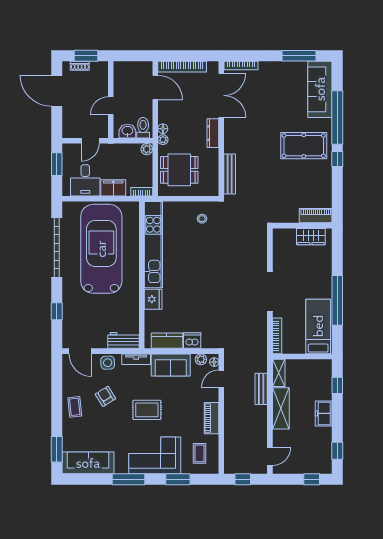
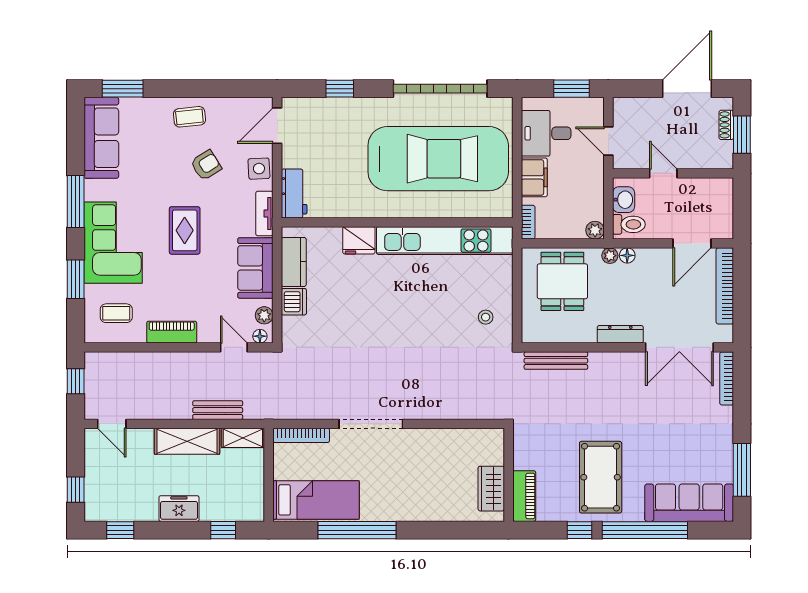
piano: (316, 216) -> (524, 496), moved
wall: (302, 226) -> (509, 475), moved
wardrobe: (311, 237) -> (491, 489), moved

